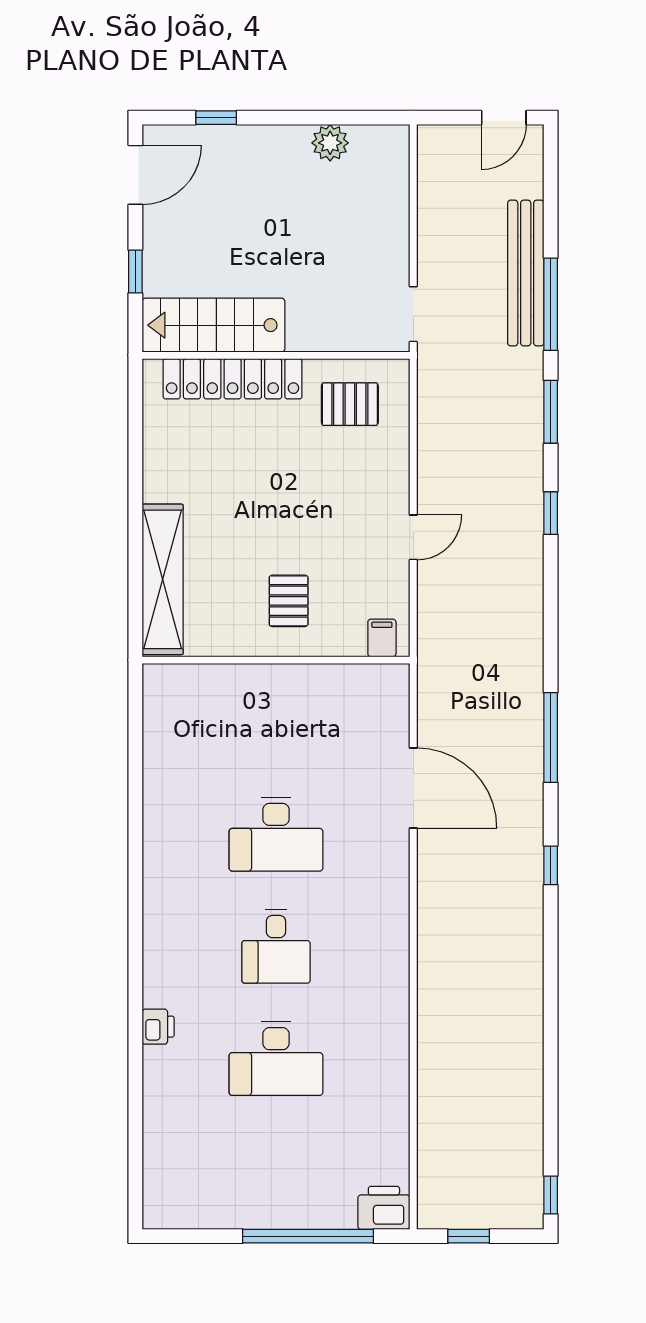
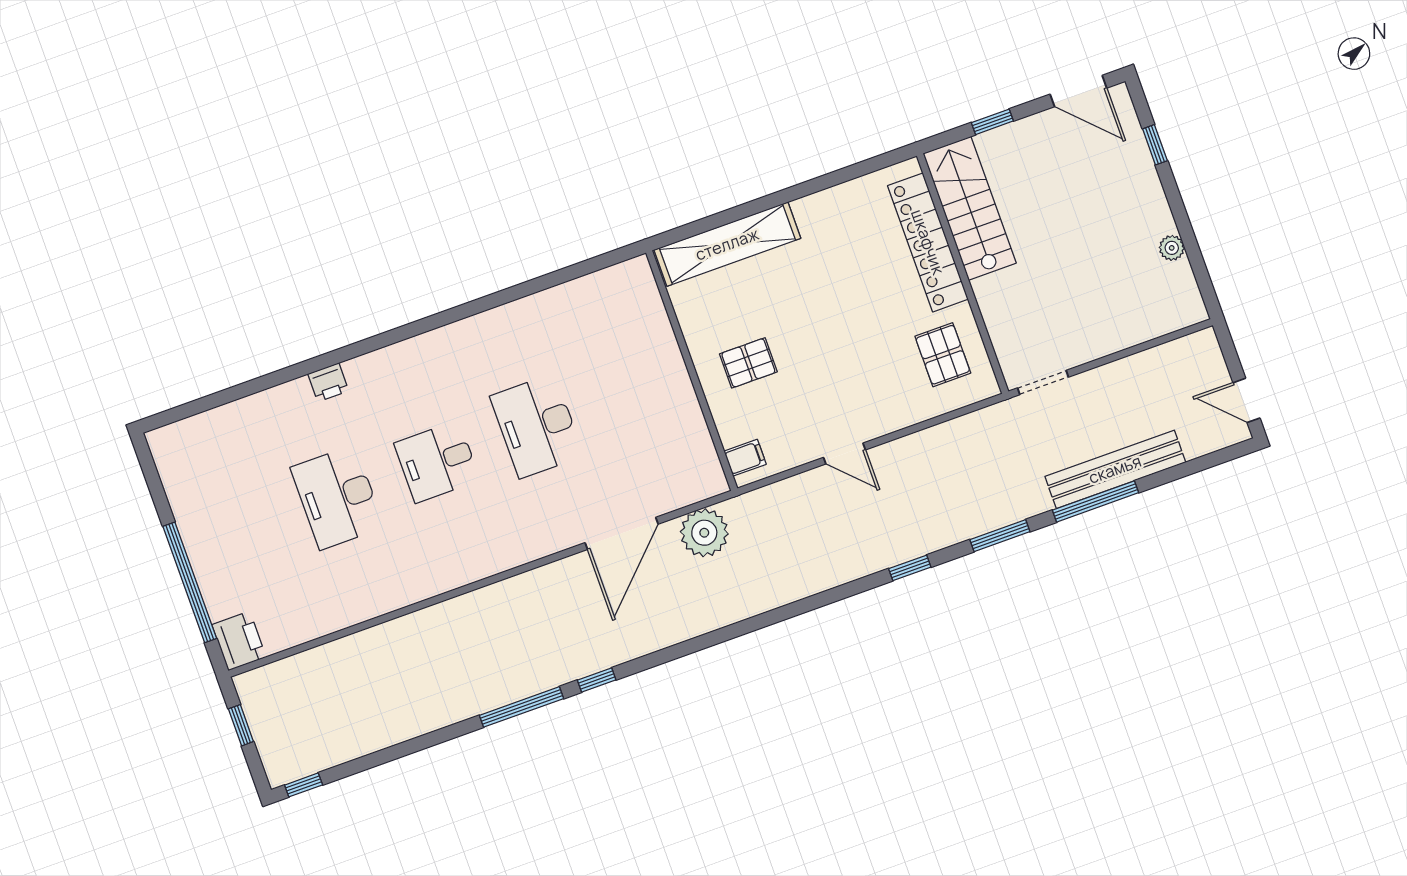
plant: (330, 143) -> (1172, 248), width x0.73, depth x0.73
plant: (442, 705) -> (704, 533), added
window: (551, 737) -> (521, 707), moved

